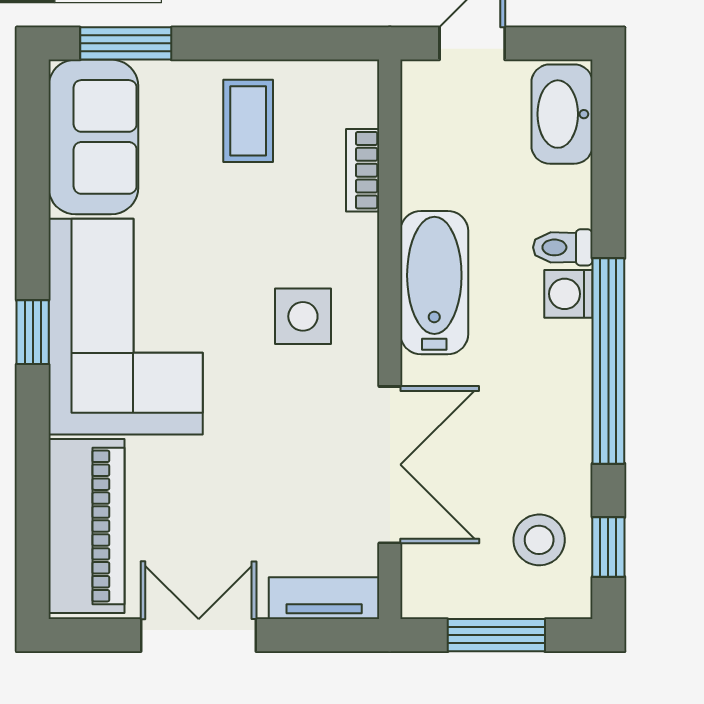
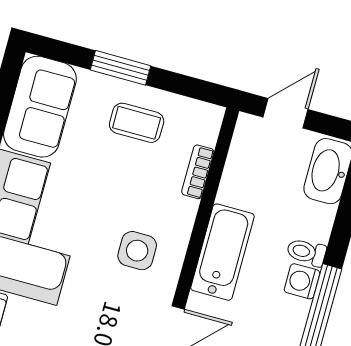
window: (126, 43) -> (121, 68), moved
coffee table: (248, 121) -> (137, 123), turned 90

